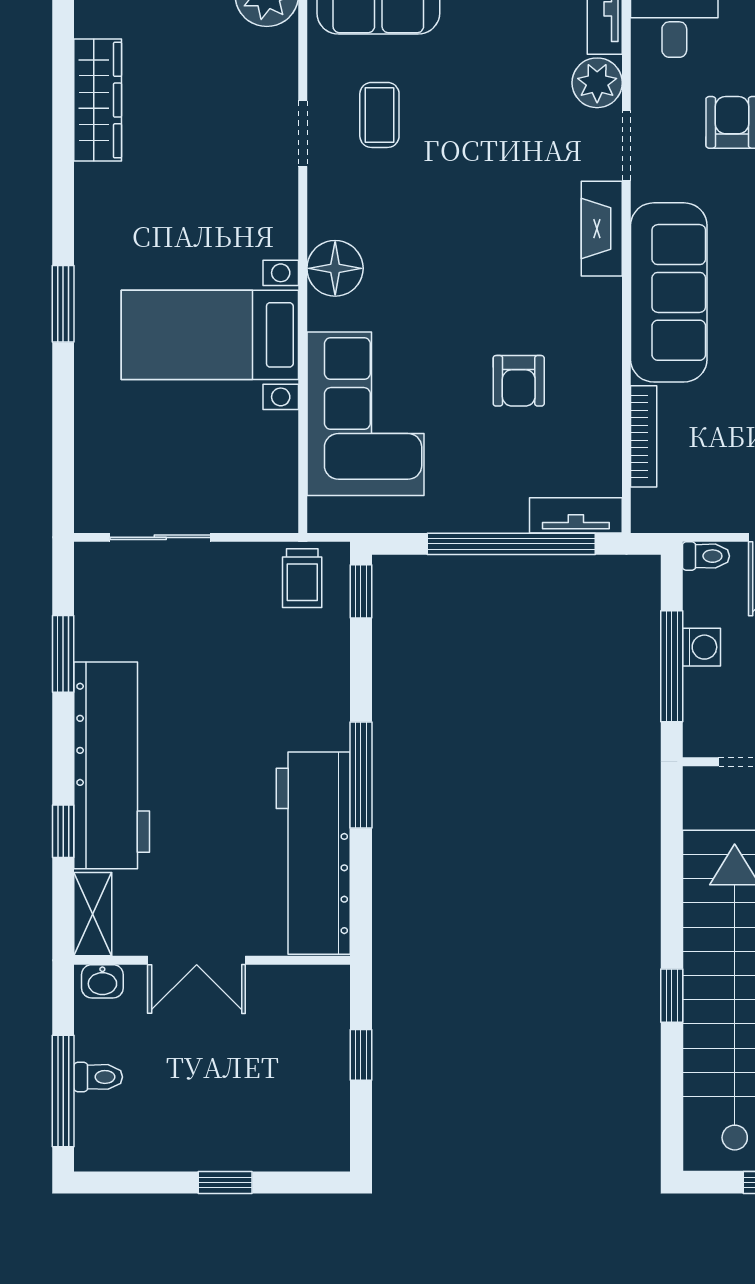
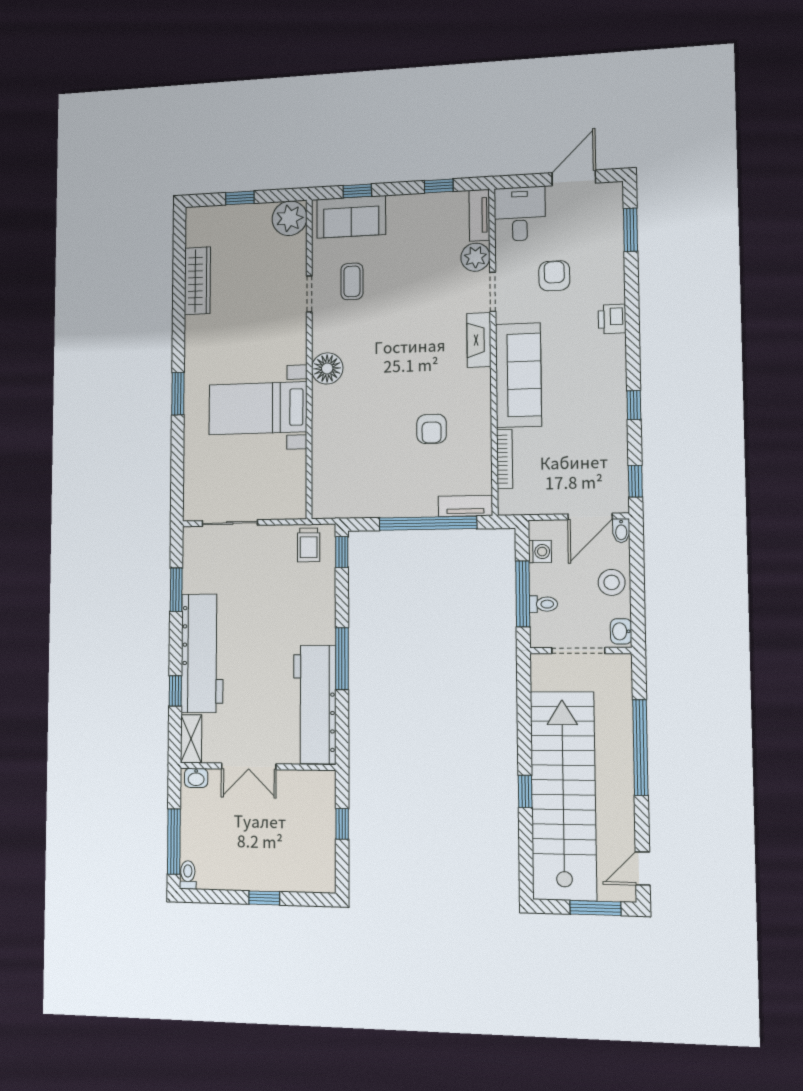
corner sofa: (365, 414) -> (344, 450), removed
toilet: (706, 556) -> (543, 604), moved
washing machine: (701, 647) -> (540, 552), moved
toilet: (98, 1077) -> (188, 875), moved, turned -90

